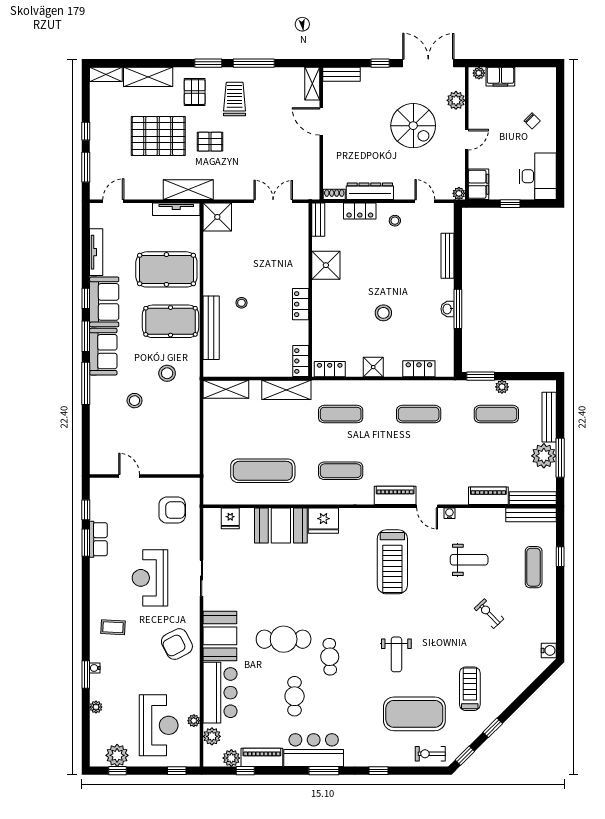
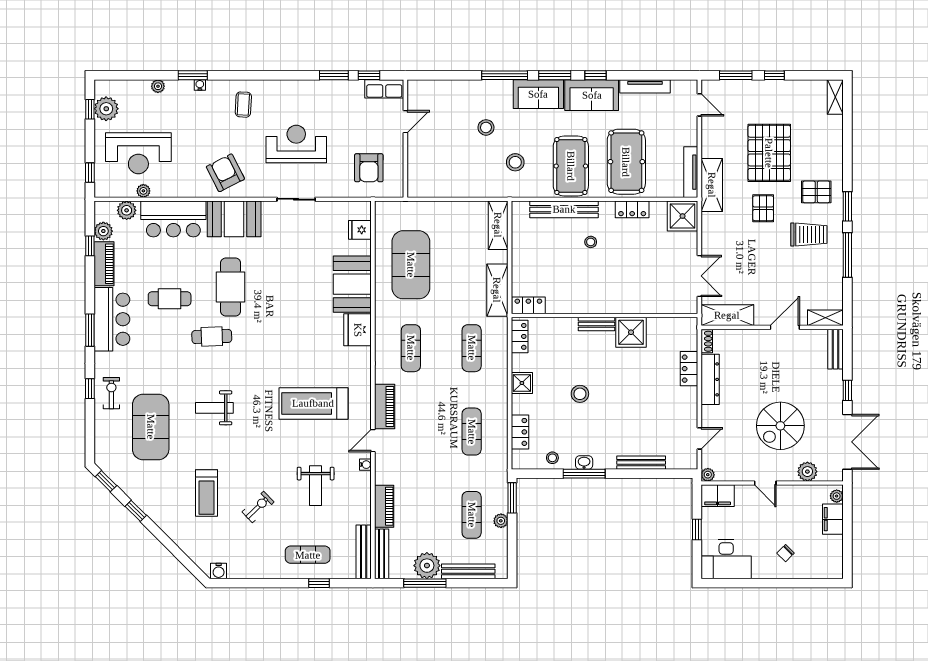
shelving: (148, 77) -> (727, 315), moved, turned 90
bench: (318, 220) -> (596, 324), moved
stool: (395, 221) -> (552, 458), moved
locker: (301, 304) -> (632, 209), moved, turned 180
exercise mat: (263, 471) -> (411, 265), width x1.47
row of seats: (98, 539) -> (384, 89), moved
treadmill: (470, 689) -> (206, 493), moved, turned 90
exercise bike: (430, 754) -> (111, 393), moved

